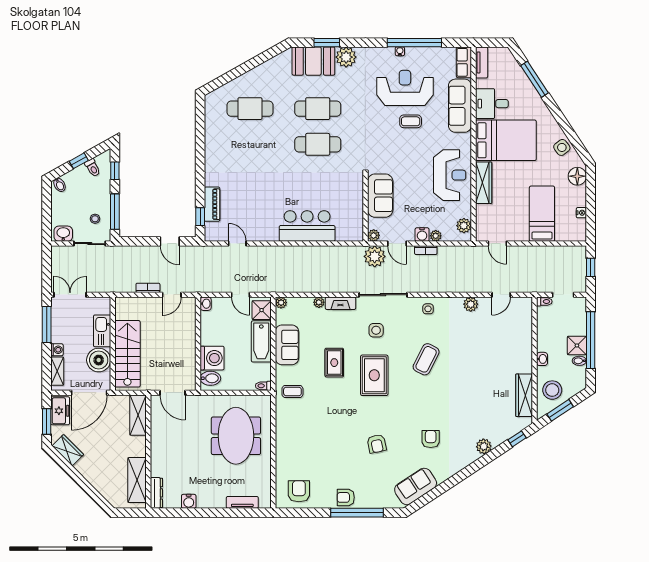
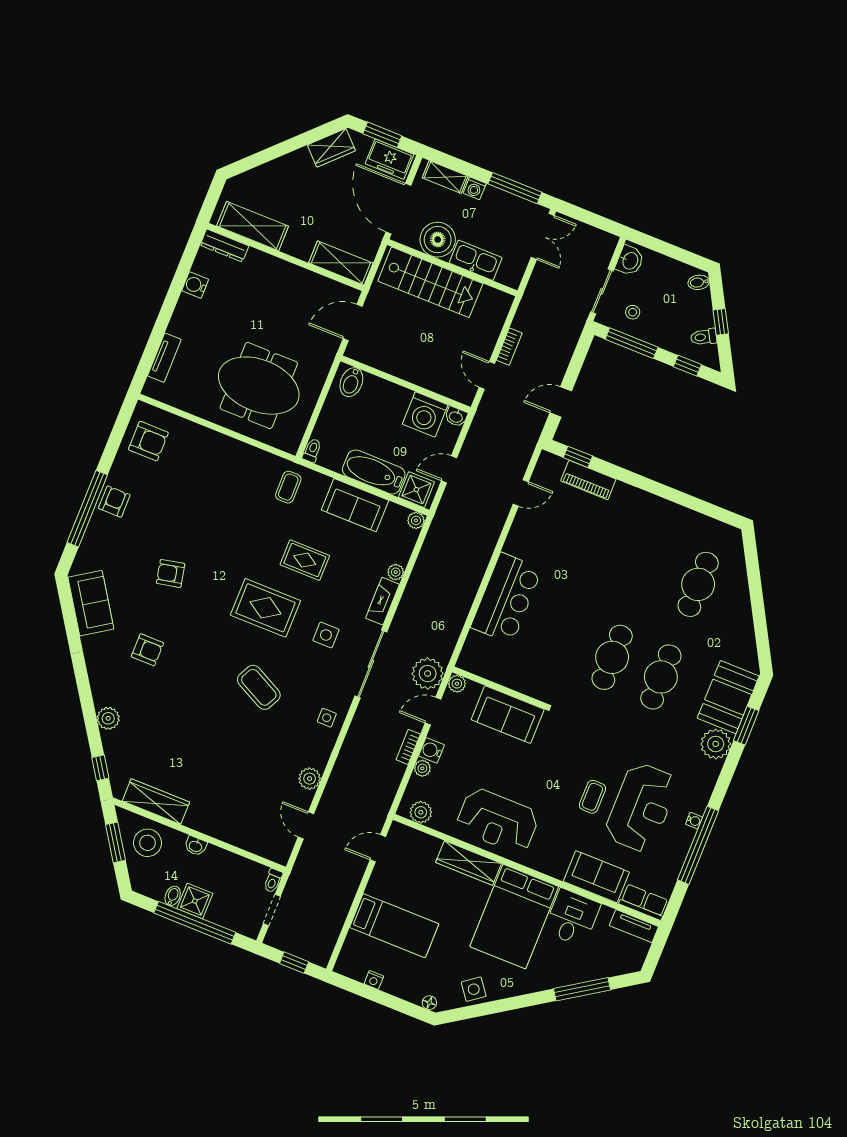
sofa: (460, 106) -> (596, 877), width x0.73
floor lamp: (577, 176) -> (429, 1003), width x0.53, depth x0.53
washing machine: (212, 358) -> (425, 414), moved

